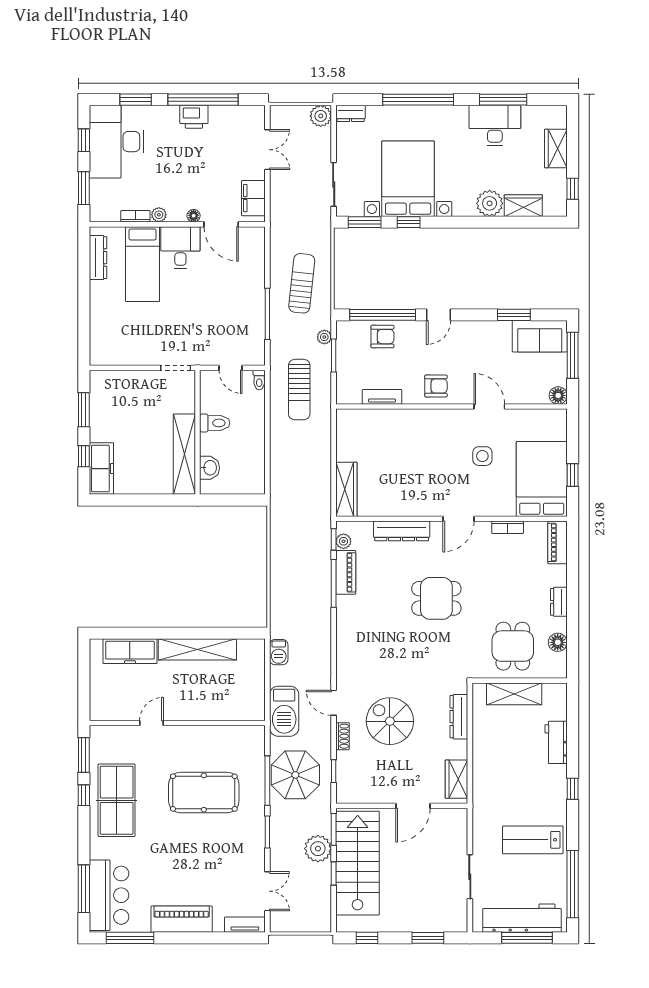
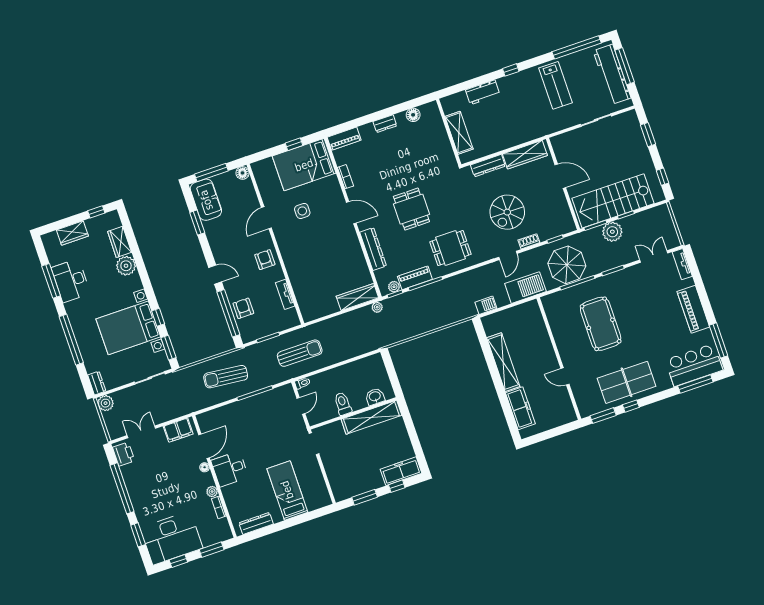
printer: (194, 117) -> (124, 454), moved
bed: (143, 264) -> (287, 490), moved, turned -90
plant: (324, 337) -> (377, 307), moved
dining table: (513, 646) -> (450, 248), moved
wardrobe: (456, 779) -> (525, 155), width x1.50

